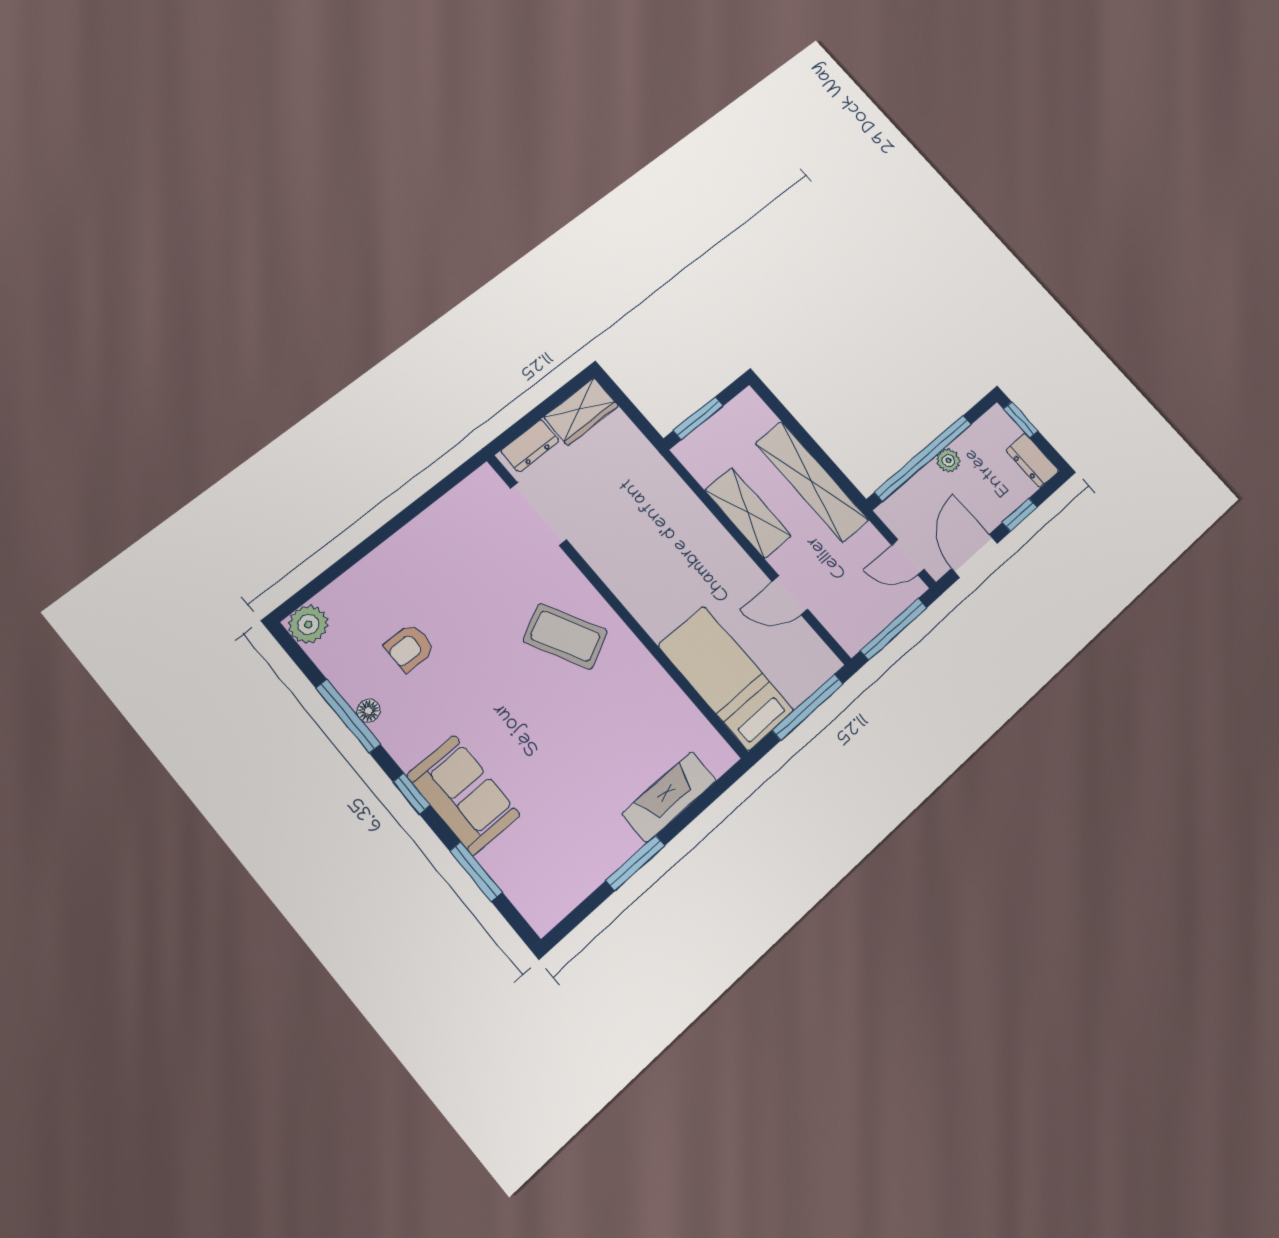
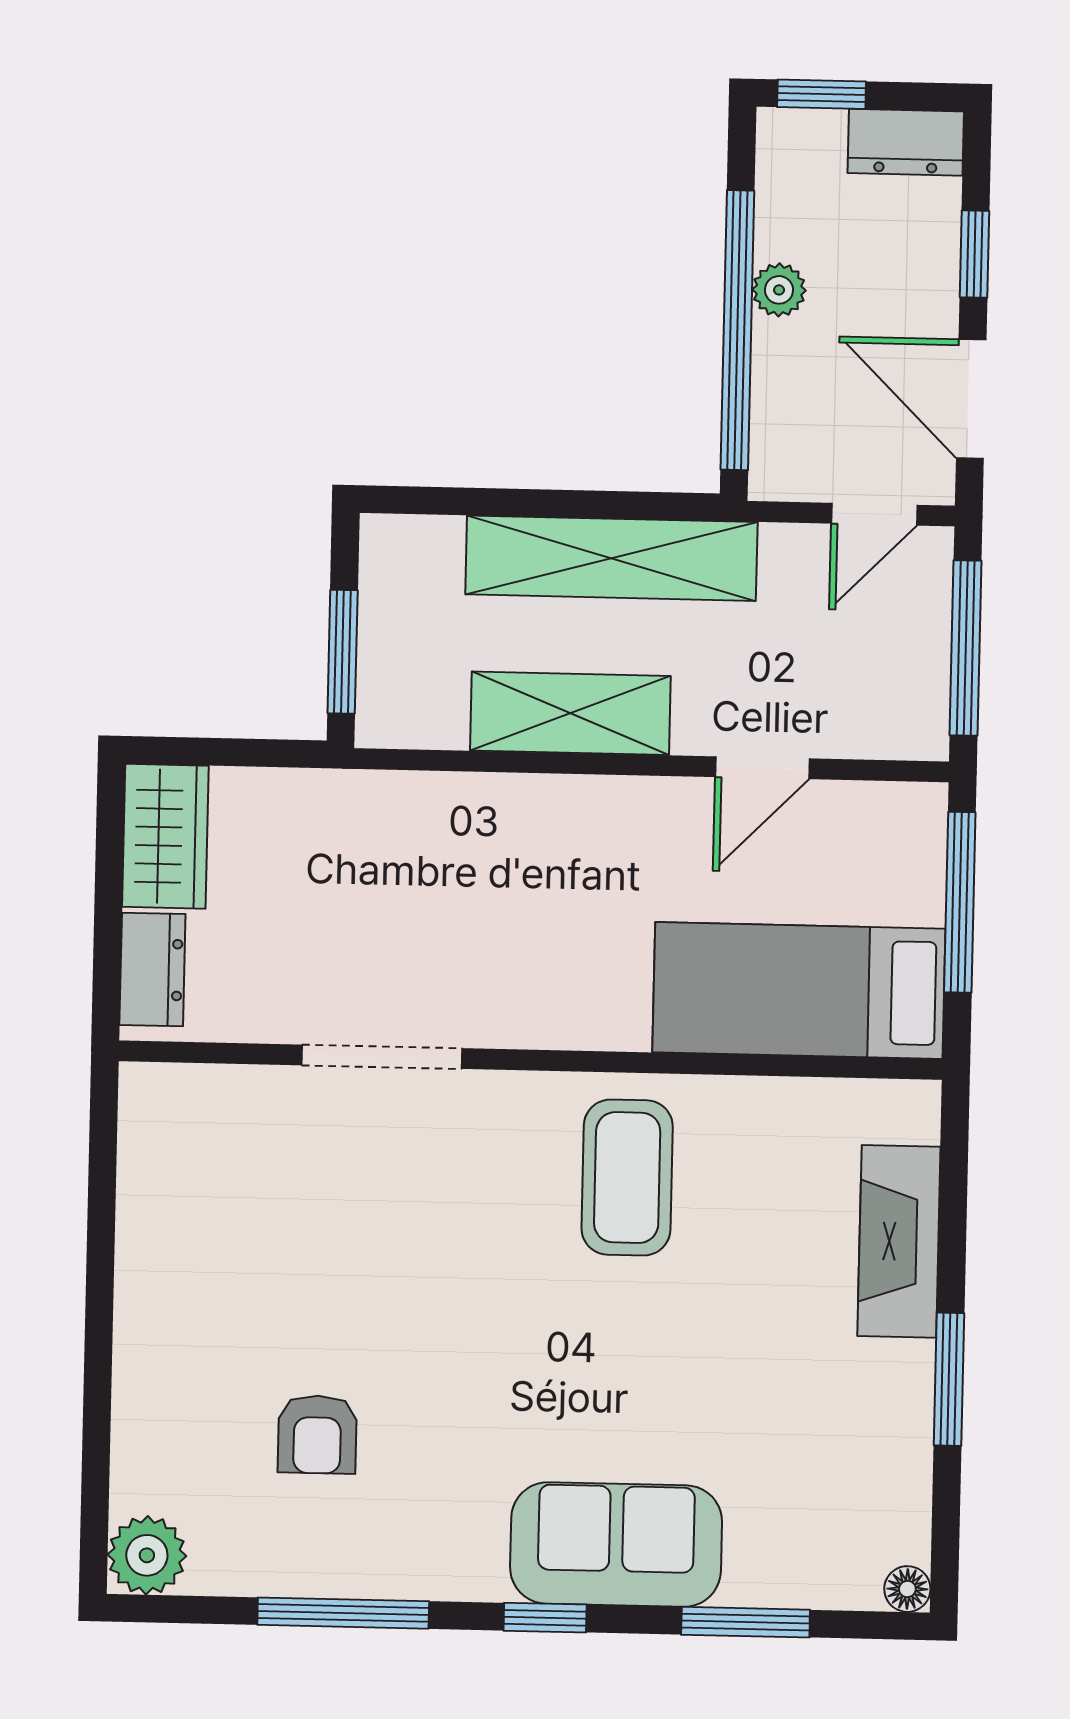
doorway: (538, 514) -> (382, 1057), moved
coffee table: (565, 636) -> (627, 1178), moved, turned -63
floor lamp: (368, 711) -> (907, 1589), moved

